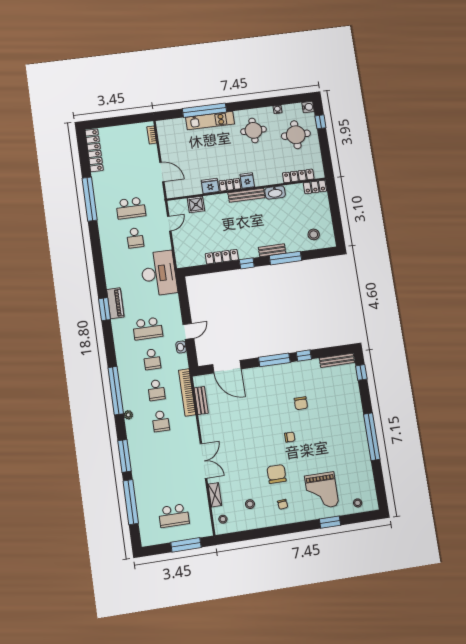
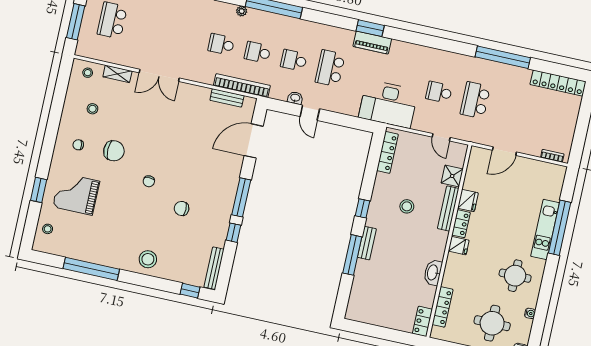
bench: (246, 195) -> (448, 208), moved
stool: (314, 234) -> (407, 206), moved
locker: (222, 257) -> (387, 152), moved
stool: (350, 414) -> (148, 259), added
window: (372, 437) -> (91, 269), moved

